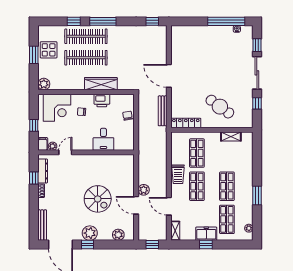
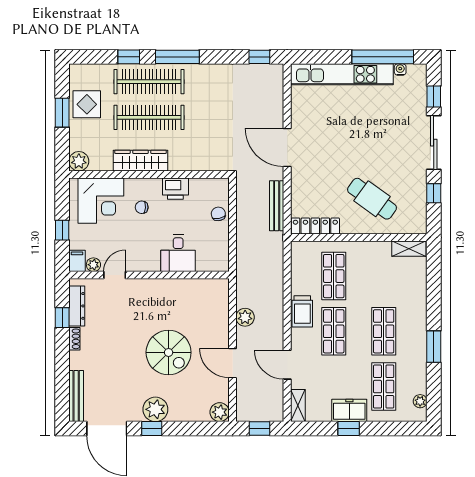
kitchen unit: (202, 32) -> (342, 74), added
wardrobe: (101, 84) -> (140, 161), moved
shelving: (231, 137) -> (409, 249), moved
plant: (144, 190) -> (245, 317), moved
plant: (118, 235) -> (220, 412), moved

